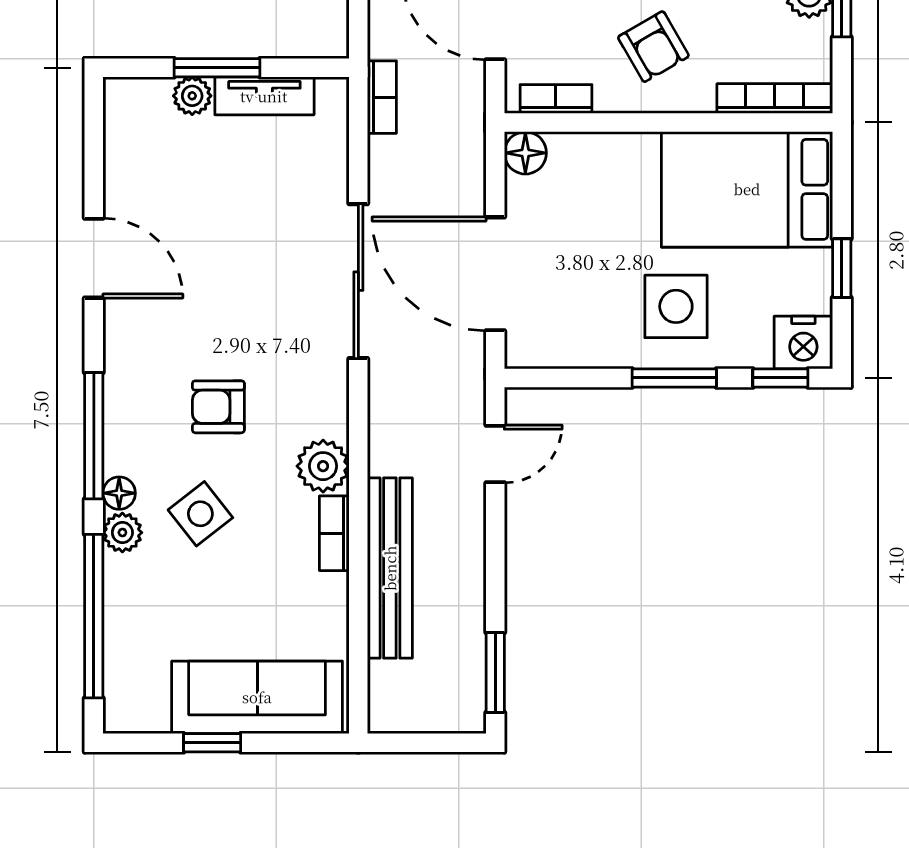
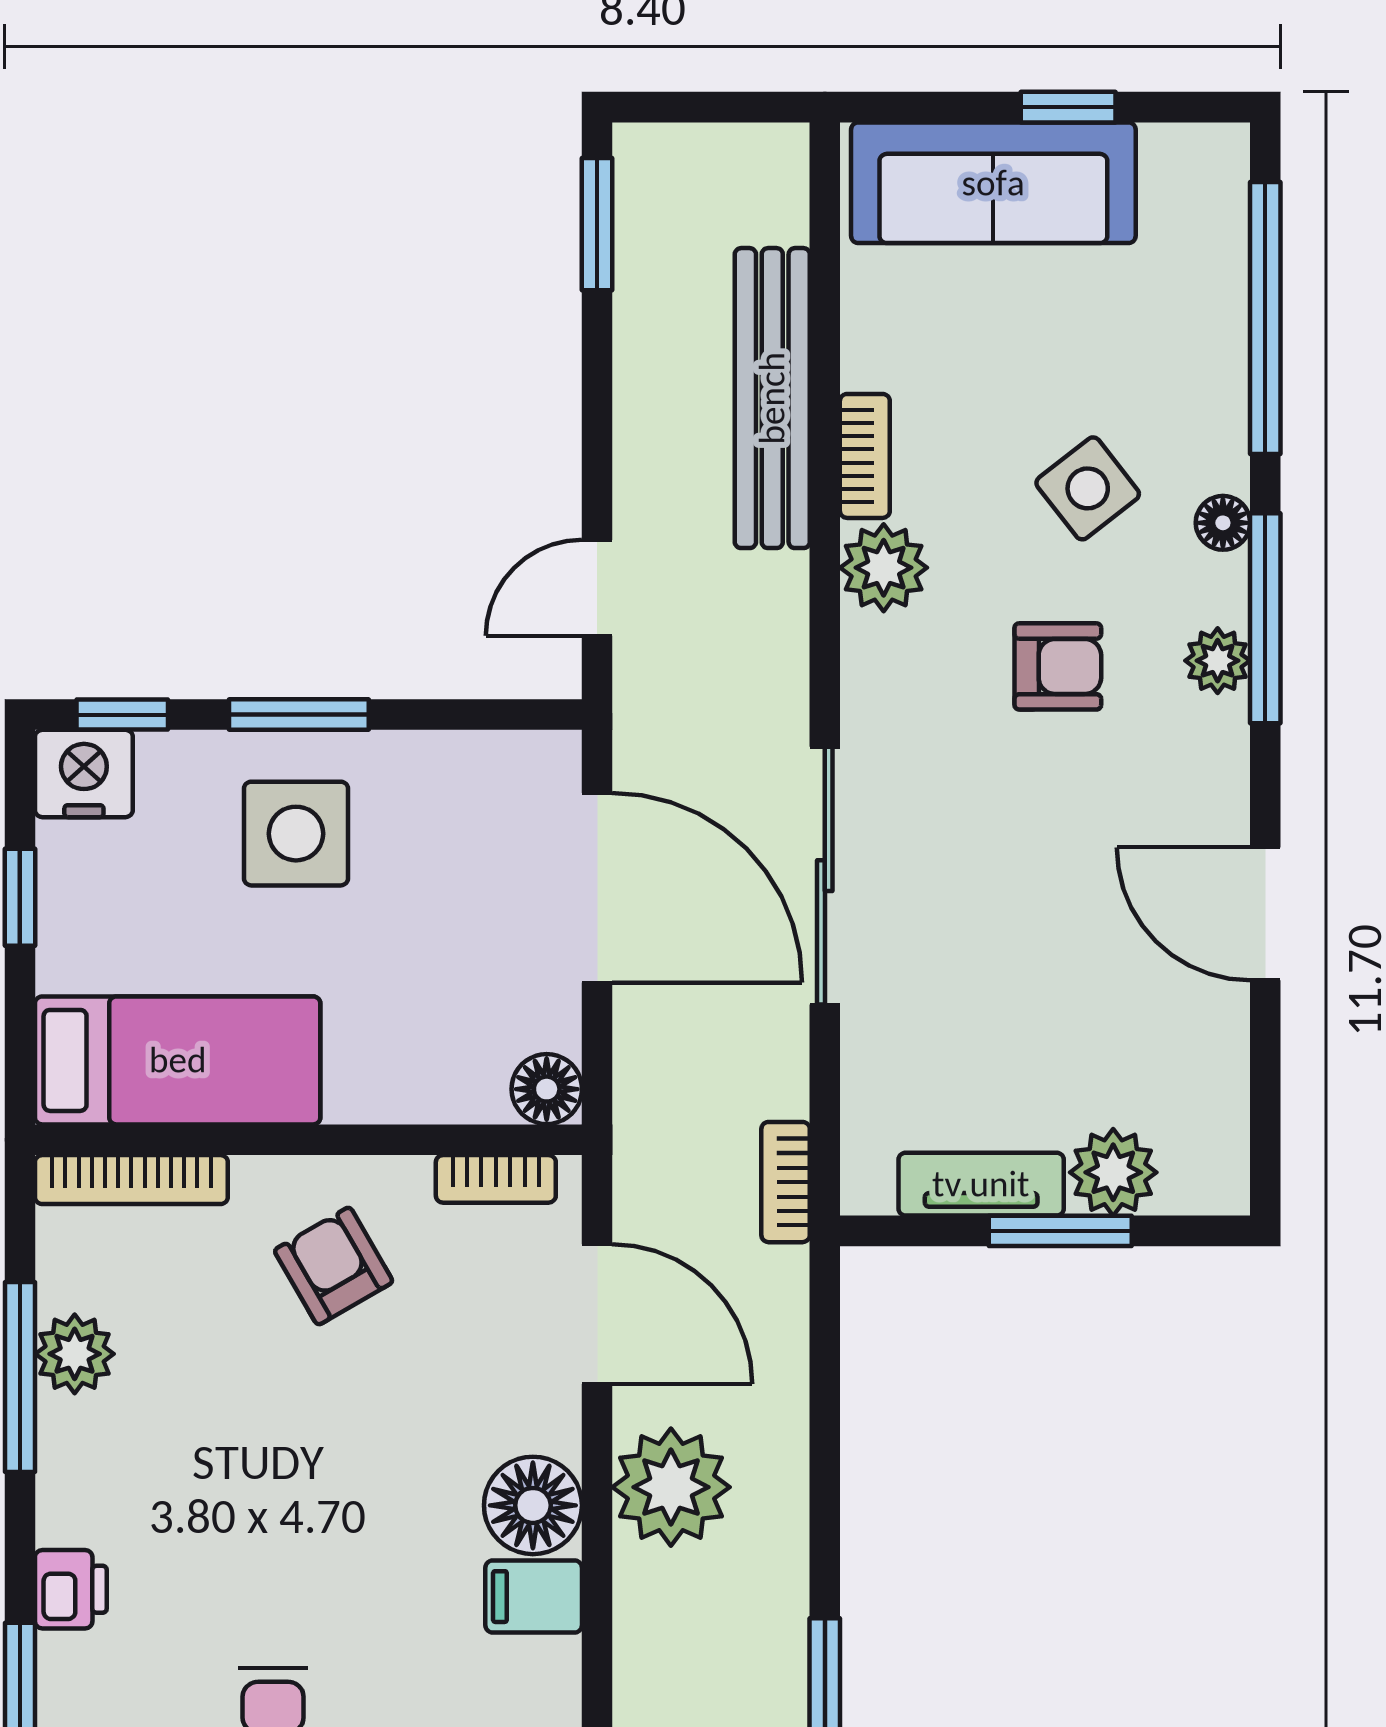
plant: (192, 96) -> (1113, 1172), width x1.38, depth x1.38
bed: (747, 189) -> (178, 1060), width x0.67
plant: (122, 533) -> (1218, 661), moved

